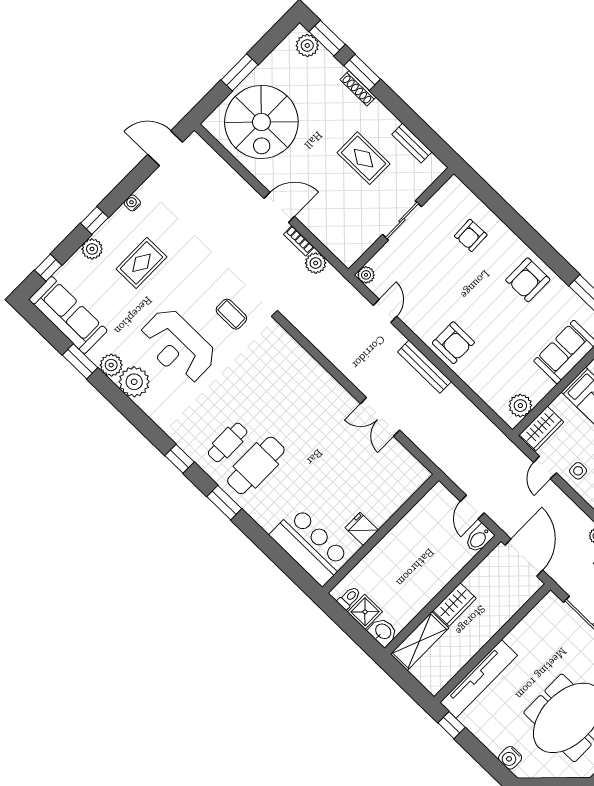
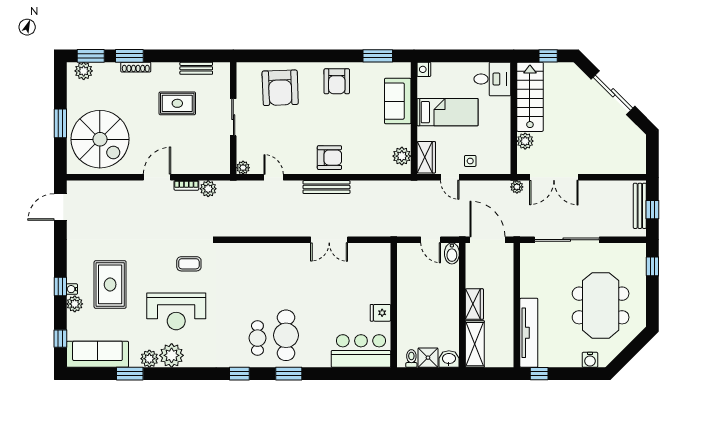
water cooler: (132, 203) -> (72, 289), moved
armchair: (471, 235) -> (280, 88), width x1.88, depth x1.88
rug: (141, 263) -> (110, 284), width x1.36, depth x1.43

